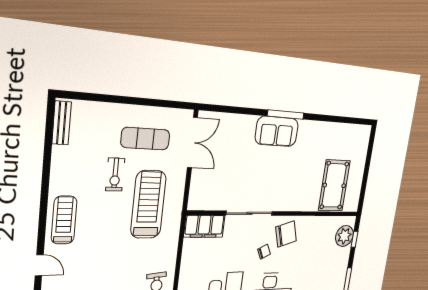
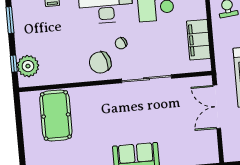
double door: (192, 143) -> (217, 107), moved
filing cabinet: (204, 226) -> (198, 40), moved, turned -90

